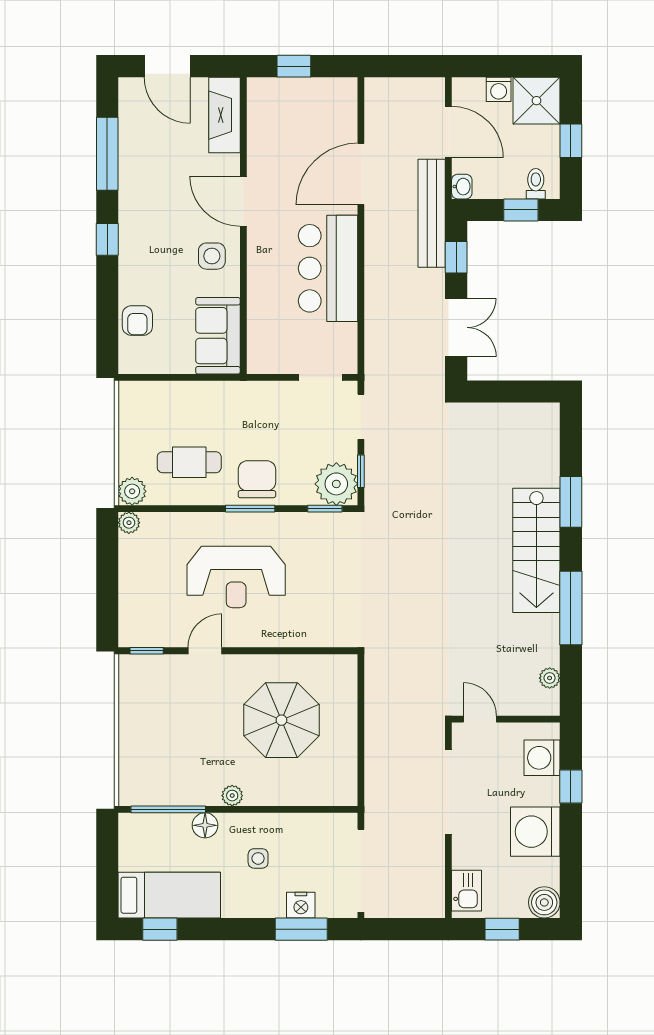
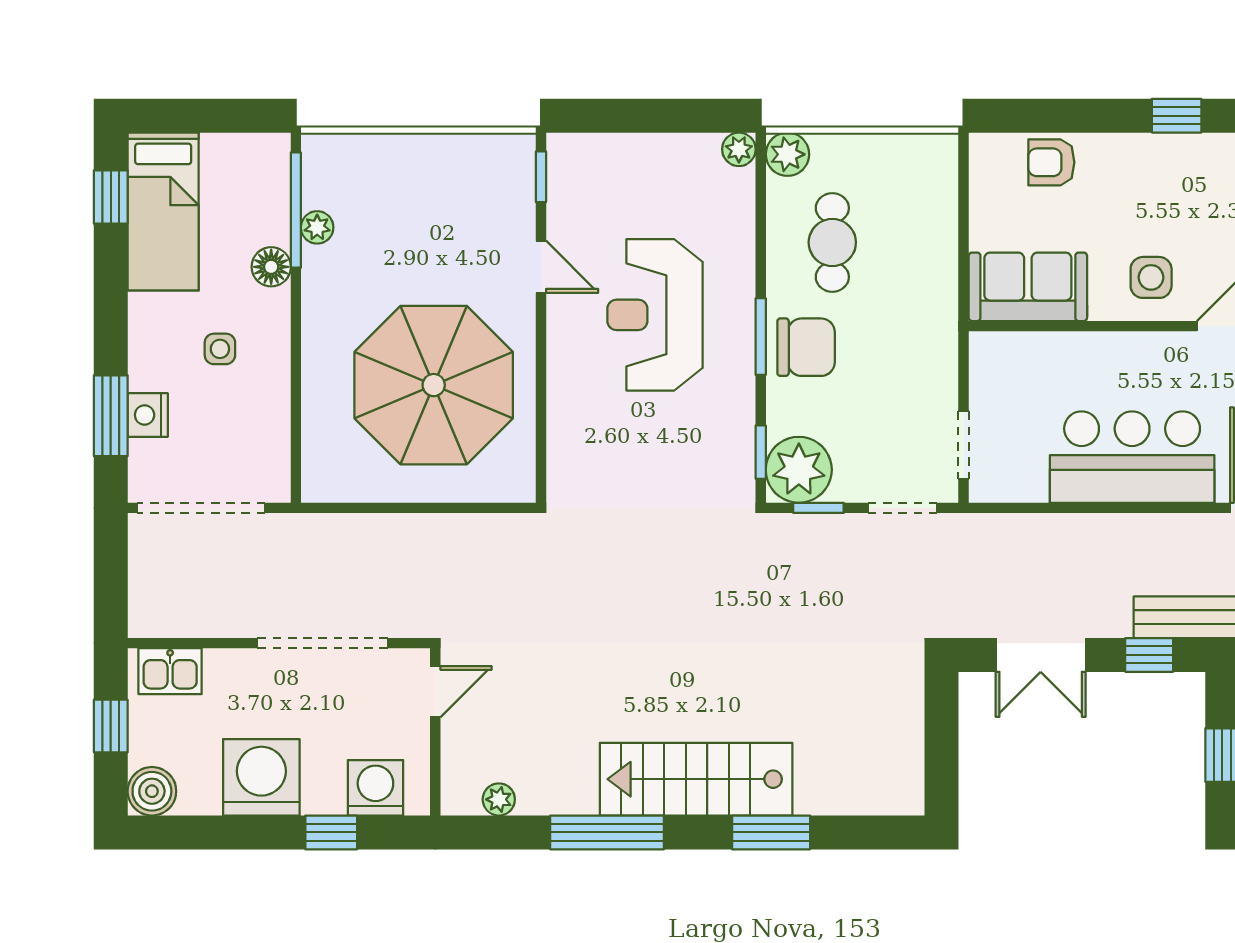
parasol: (281, 720) -> (434, 385), width x1.36, depth x1.36
plant: (232, 796) -> (317, 227), moved

